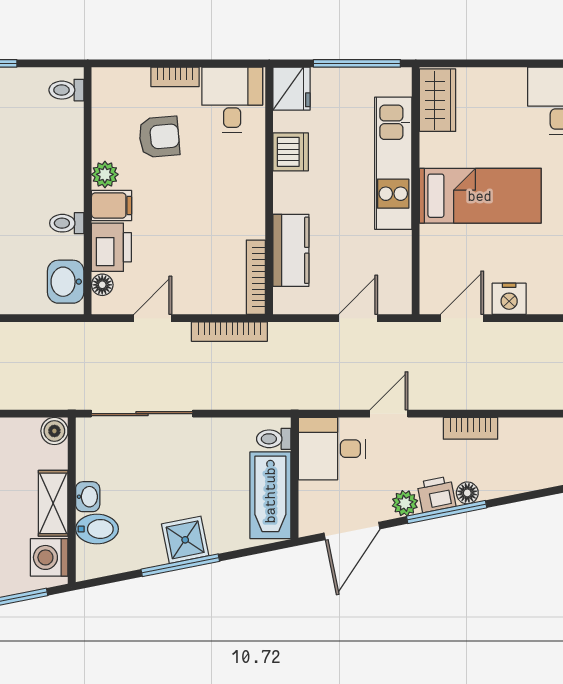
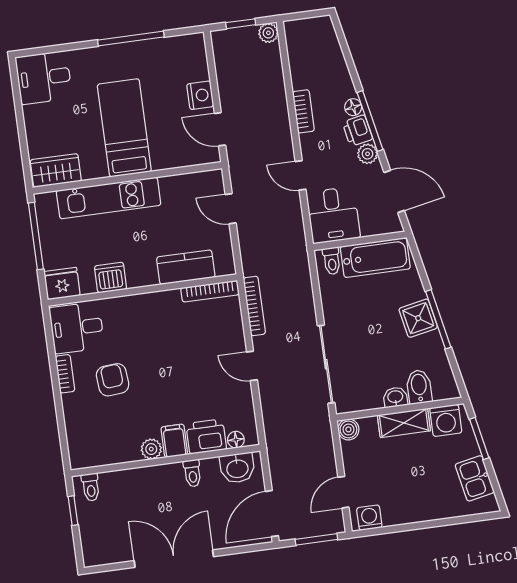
toilet: (66, 90) -> (91, 487), moved
plant: (105, 174) -> (151, 449), moved
wall: (88, 191) -> (165, 461), moved
filing cabinet: (112, 205) -> (174, 441), moved
toilet: (67, 223) -> (192, 473), moved
printer: (111, 247) -> (206, 436), moved
washbasin: (66, 282) -> (237, 468), moved
floor lamp: (102, 285) -> (236, 440), moved

